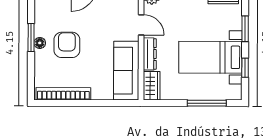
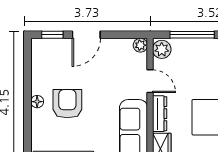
window: (31, 37) -> (27, 96), removed

